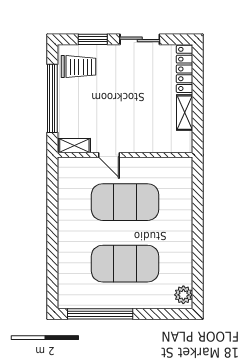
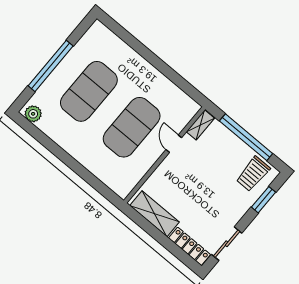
sliding door: (140, 39) -> (227, 244), moved
shelving: (185, 113) -> (154, 214), width x1.50, depth x1.33
door: (109, 155) -> (174, 144), hinge flipped
window: (100, 314) -> (51, 66), moved

